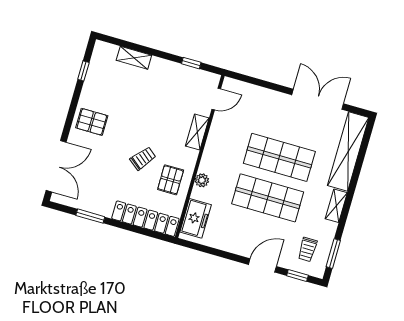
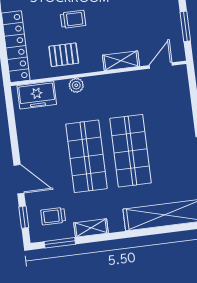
window: (191, 63) -> (185, 26), width x1.50
door: (216, 99) -> (161, 65), swing flipped
trolley: (143, 158) -> (73, 19), turned -39
shelving: (336, 206) -> (91, 228), moved

